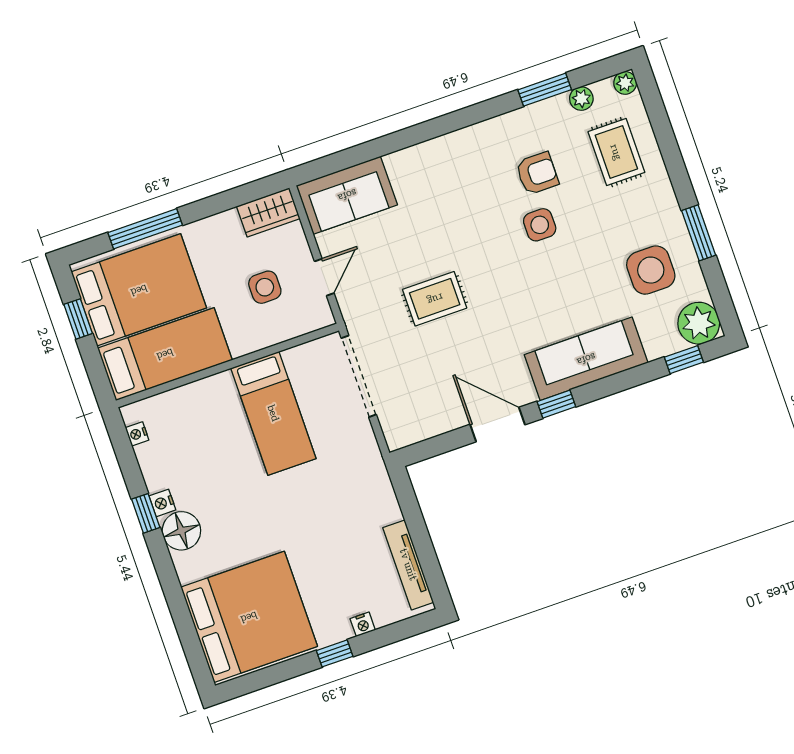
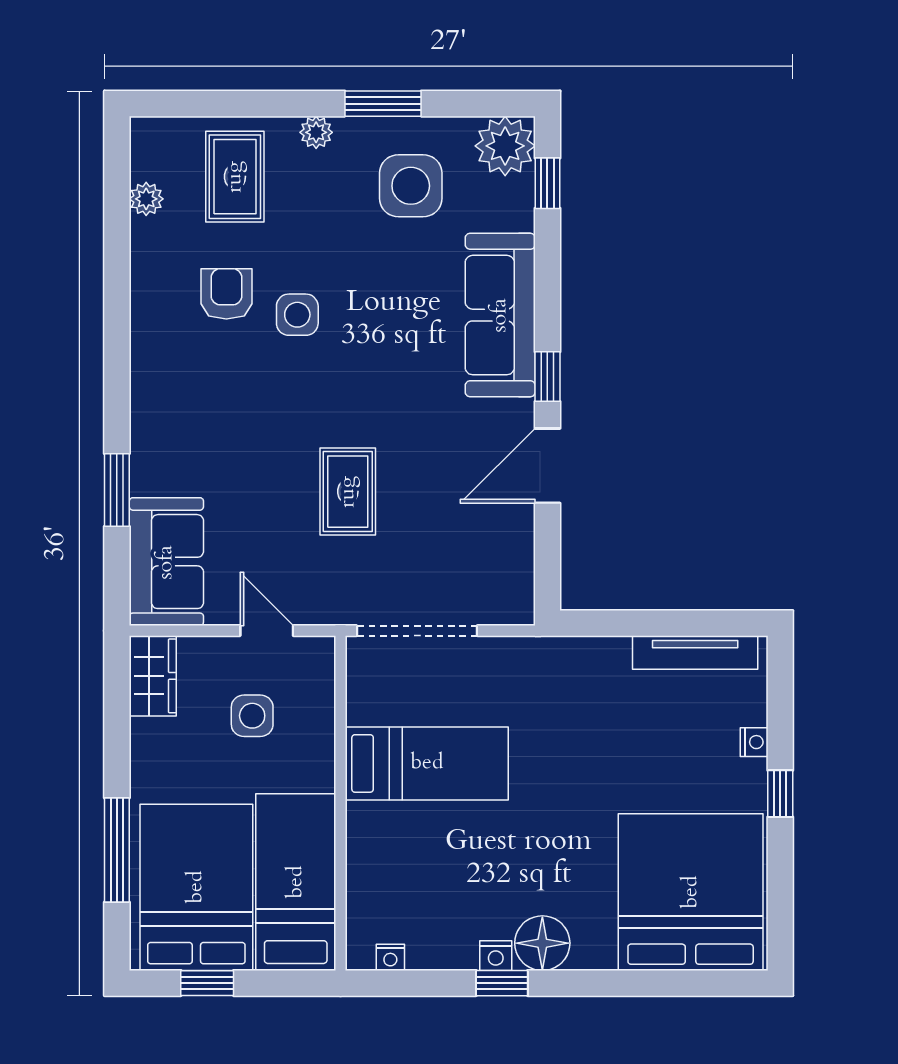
plant: (625, 83) -> (316, 132), moved
window: (545, 90) -> (117, 490), moved
rug: (616, 152) -> (235, 177), turned 90

